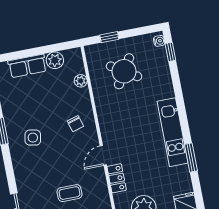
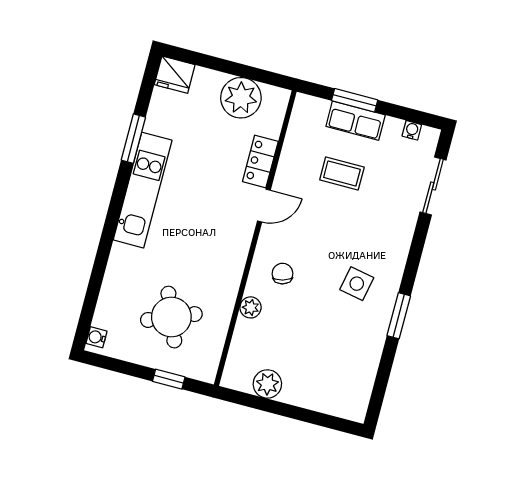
window: (170, 52) -> (87, 312), removed
row of seats: (27, 66) -> (313, 395), removed
round table: (124, 71) -> (171, 317), turned 36
plant: (81, 81) -> (251, 307), moved

